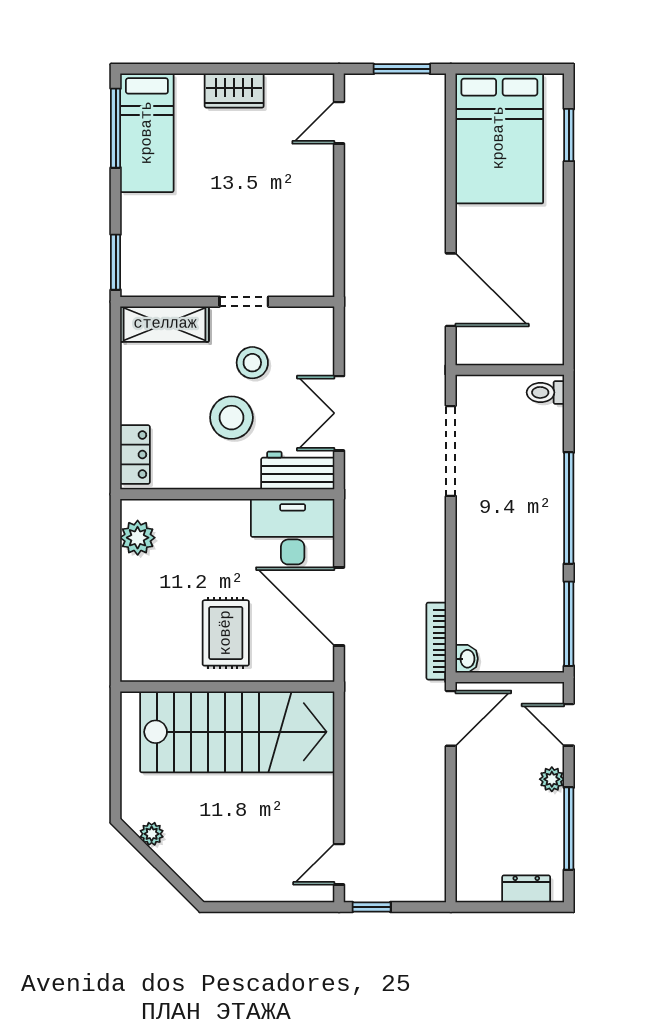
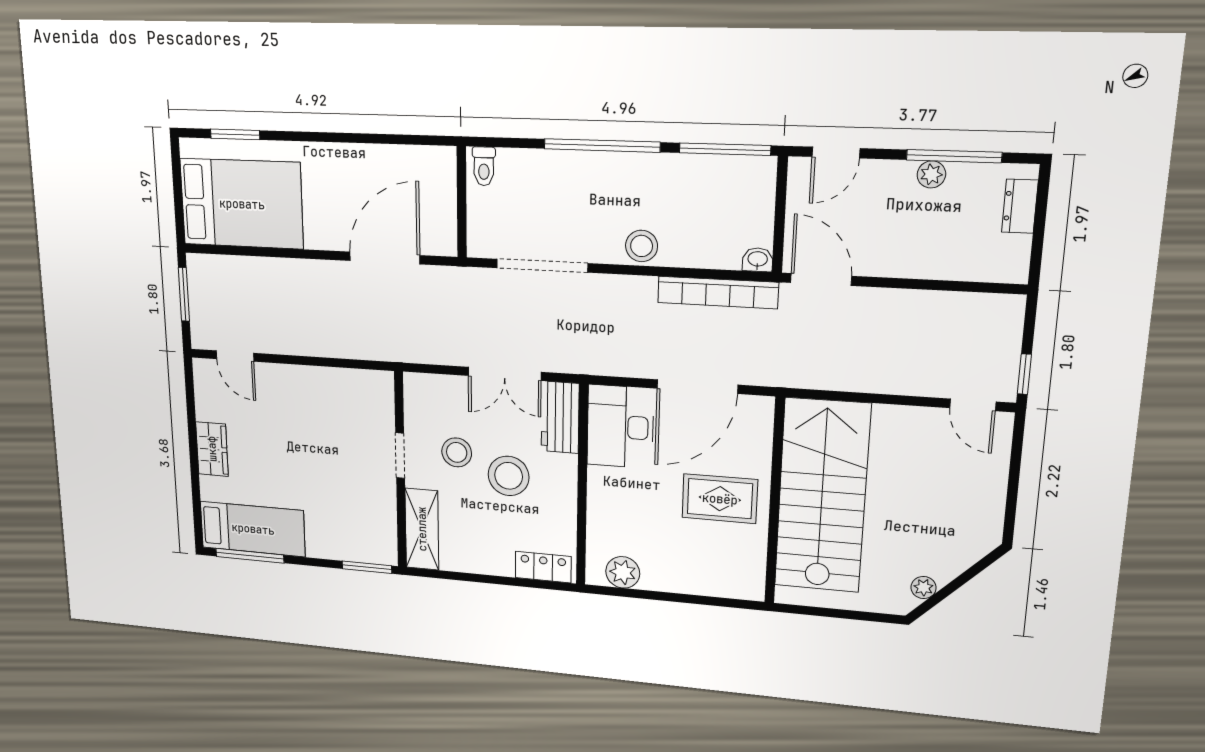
stool: (475, 548) -> (642, 246), added
bookcase: (436, 641) -> (718, 292), width x1.48, depth x1.31
plant: (552, 779) -> (931, 174), moved

